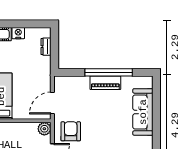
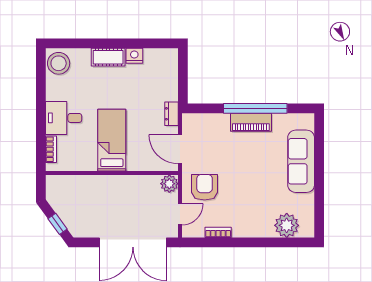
dresser: (46, 47) -> (172, 114), moved
door: (52, 103) -> (180, 149), hinge flipped

